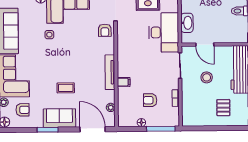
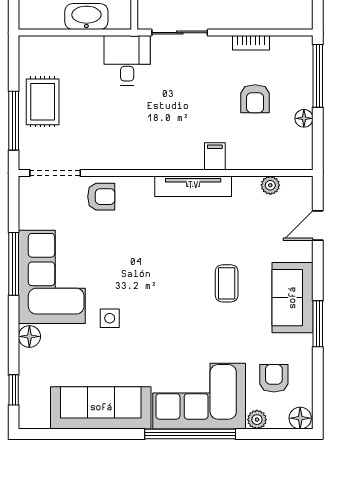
desk: (164, 32) -> (127, 60), width x0.53, depth x0.77
door: (93, 129) -> (318, 225), width x0.53

